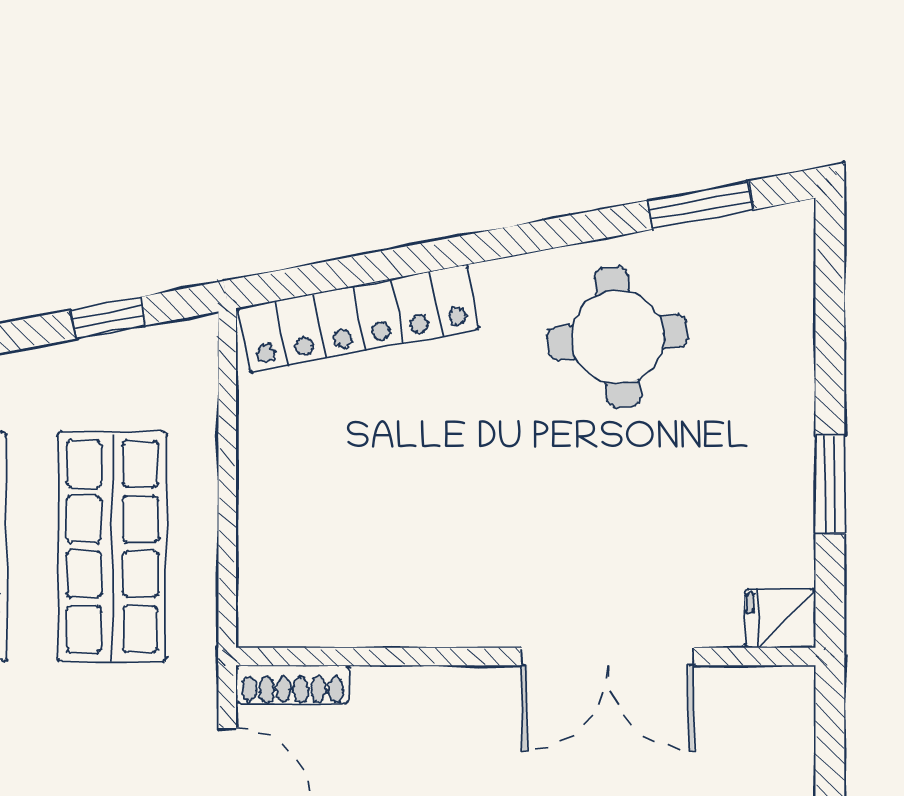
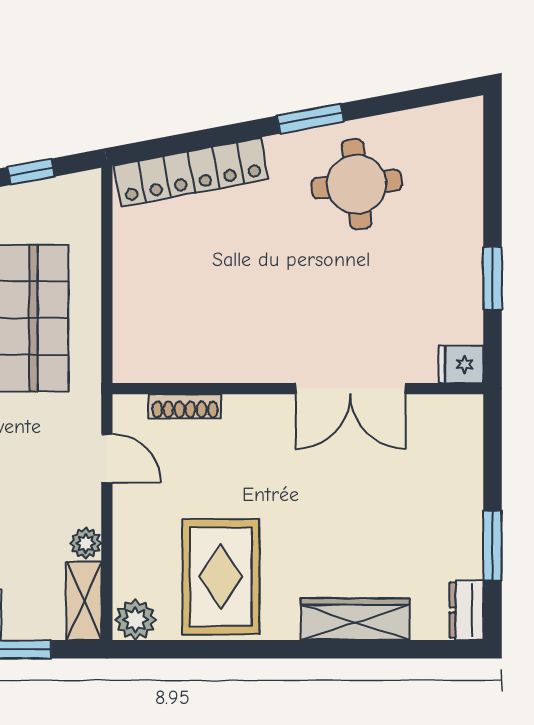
window: (700, 205) -> (311, 119), moved
shoe rack: (292, 684) -> (185, 406), moved

